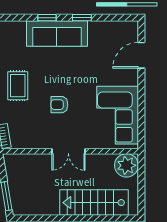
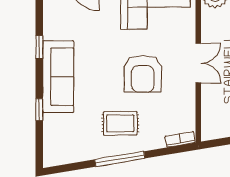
window: (47, 18) -> (39, 110), moved
armchair: (59, 105) -> (143, 74), width x1.88, depth x1.88

